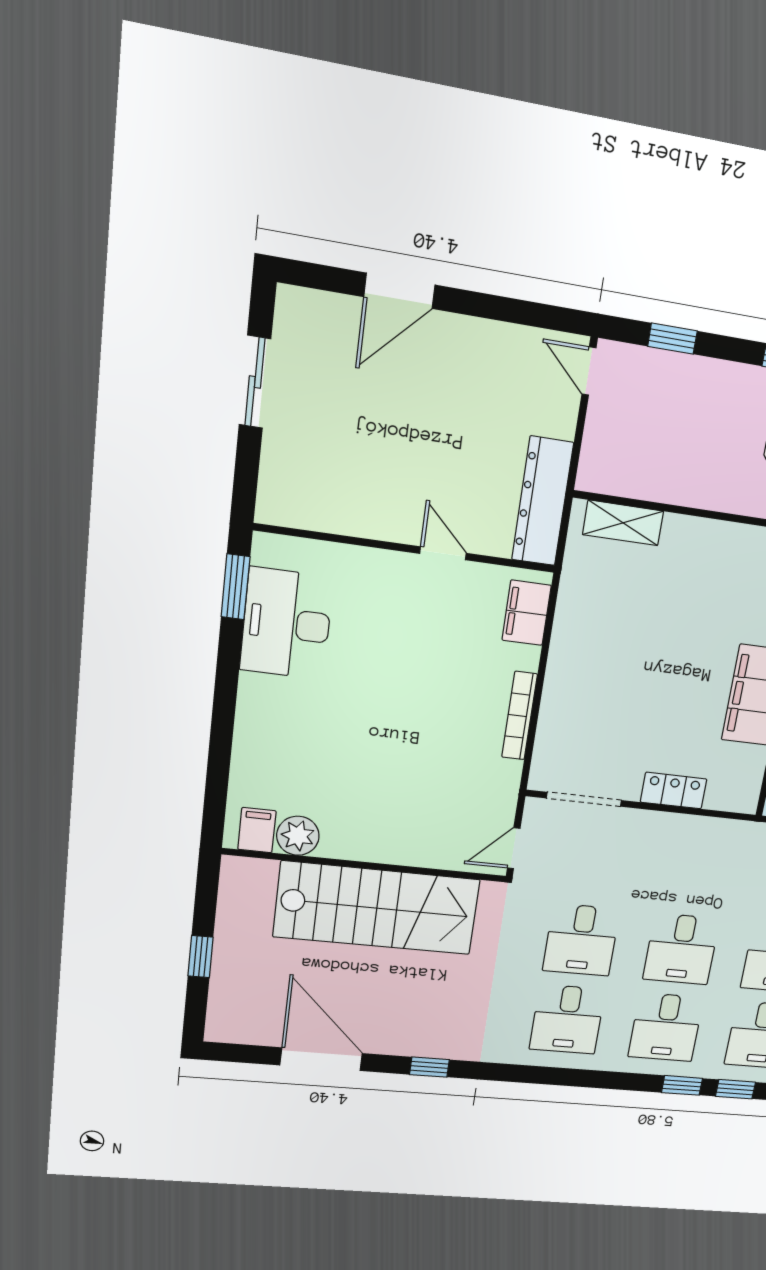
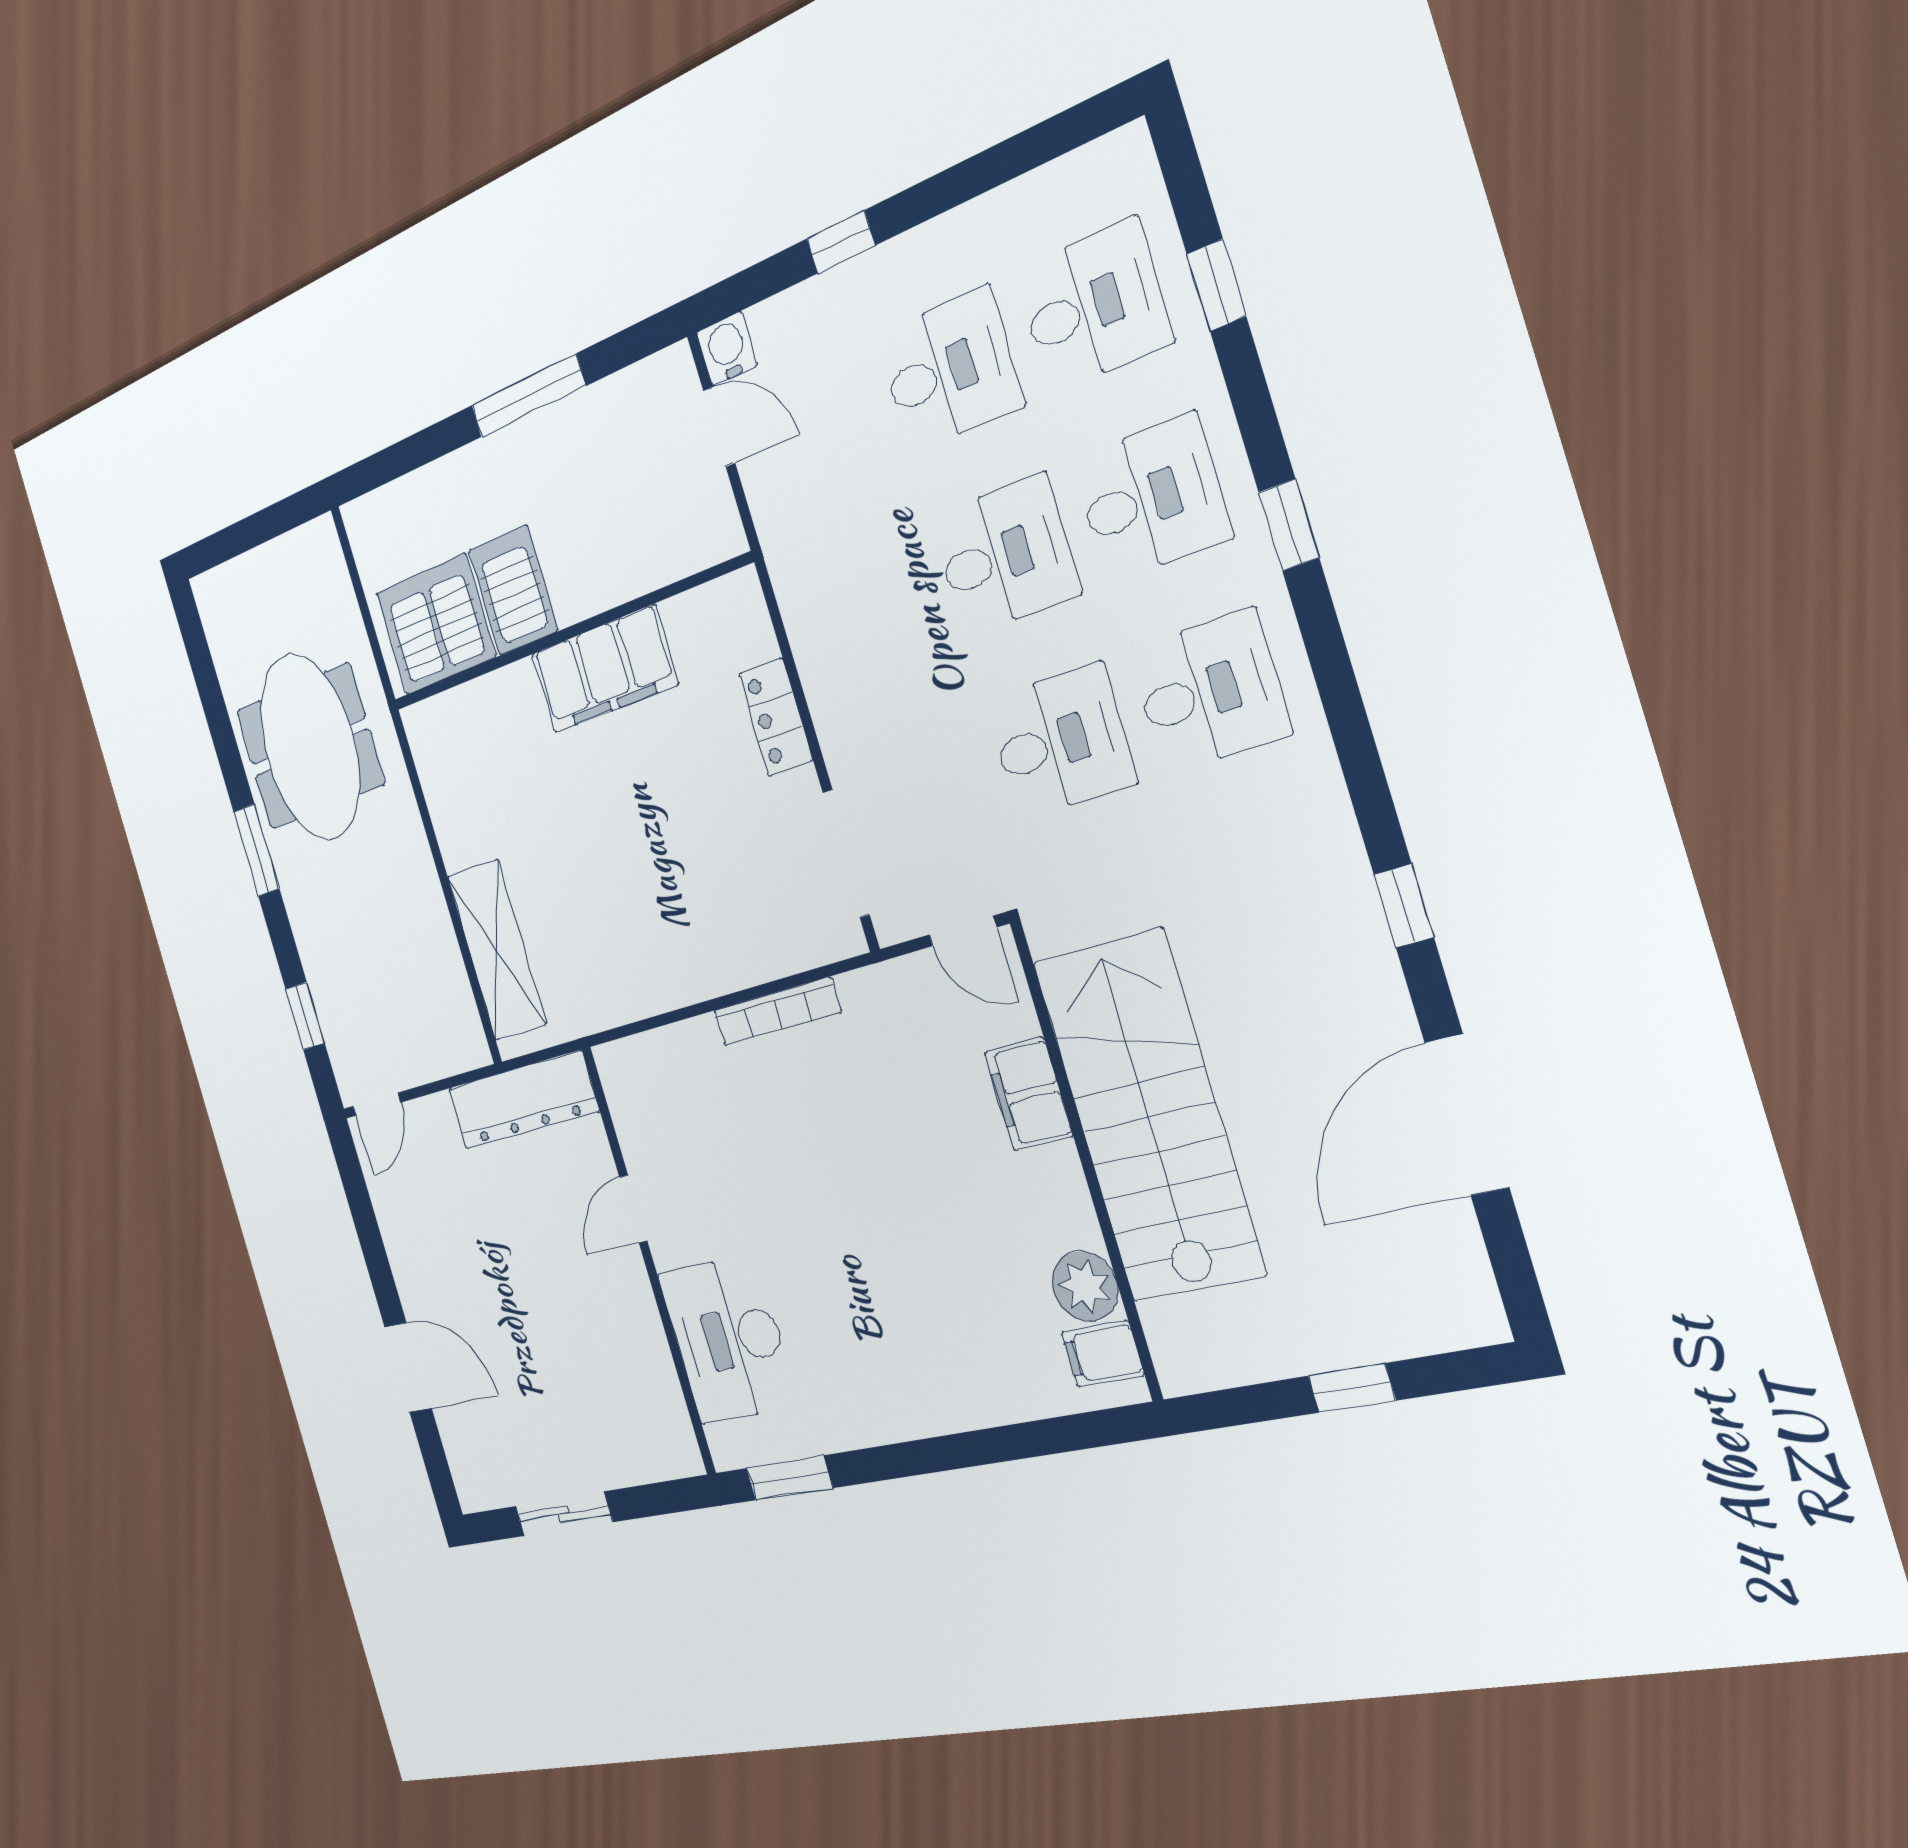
shelving: (623, 523) -> (497, 950), width x1.50, depth x1.33
filing cabinet: (527, 613) -> (1029, 1094), moved, turned 90
desk: (287, 624) -> (728, 1340), moved, turned 90
window: (682, 1085) -> (1289, 525), moved

